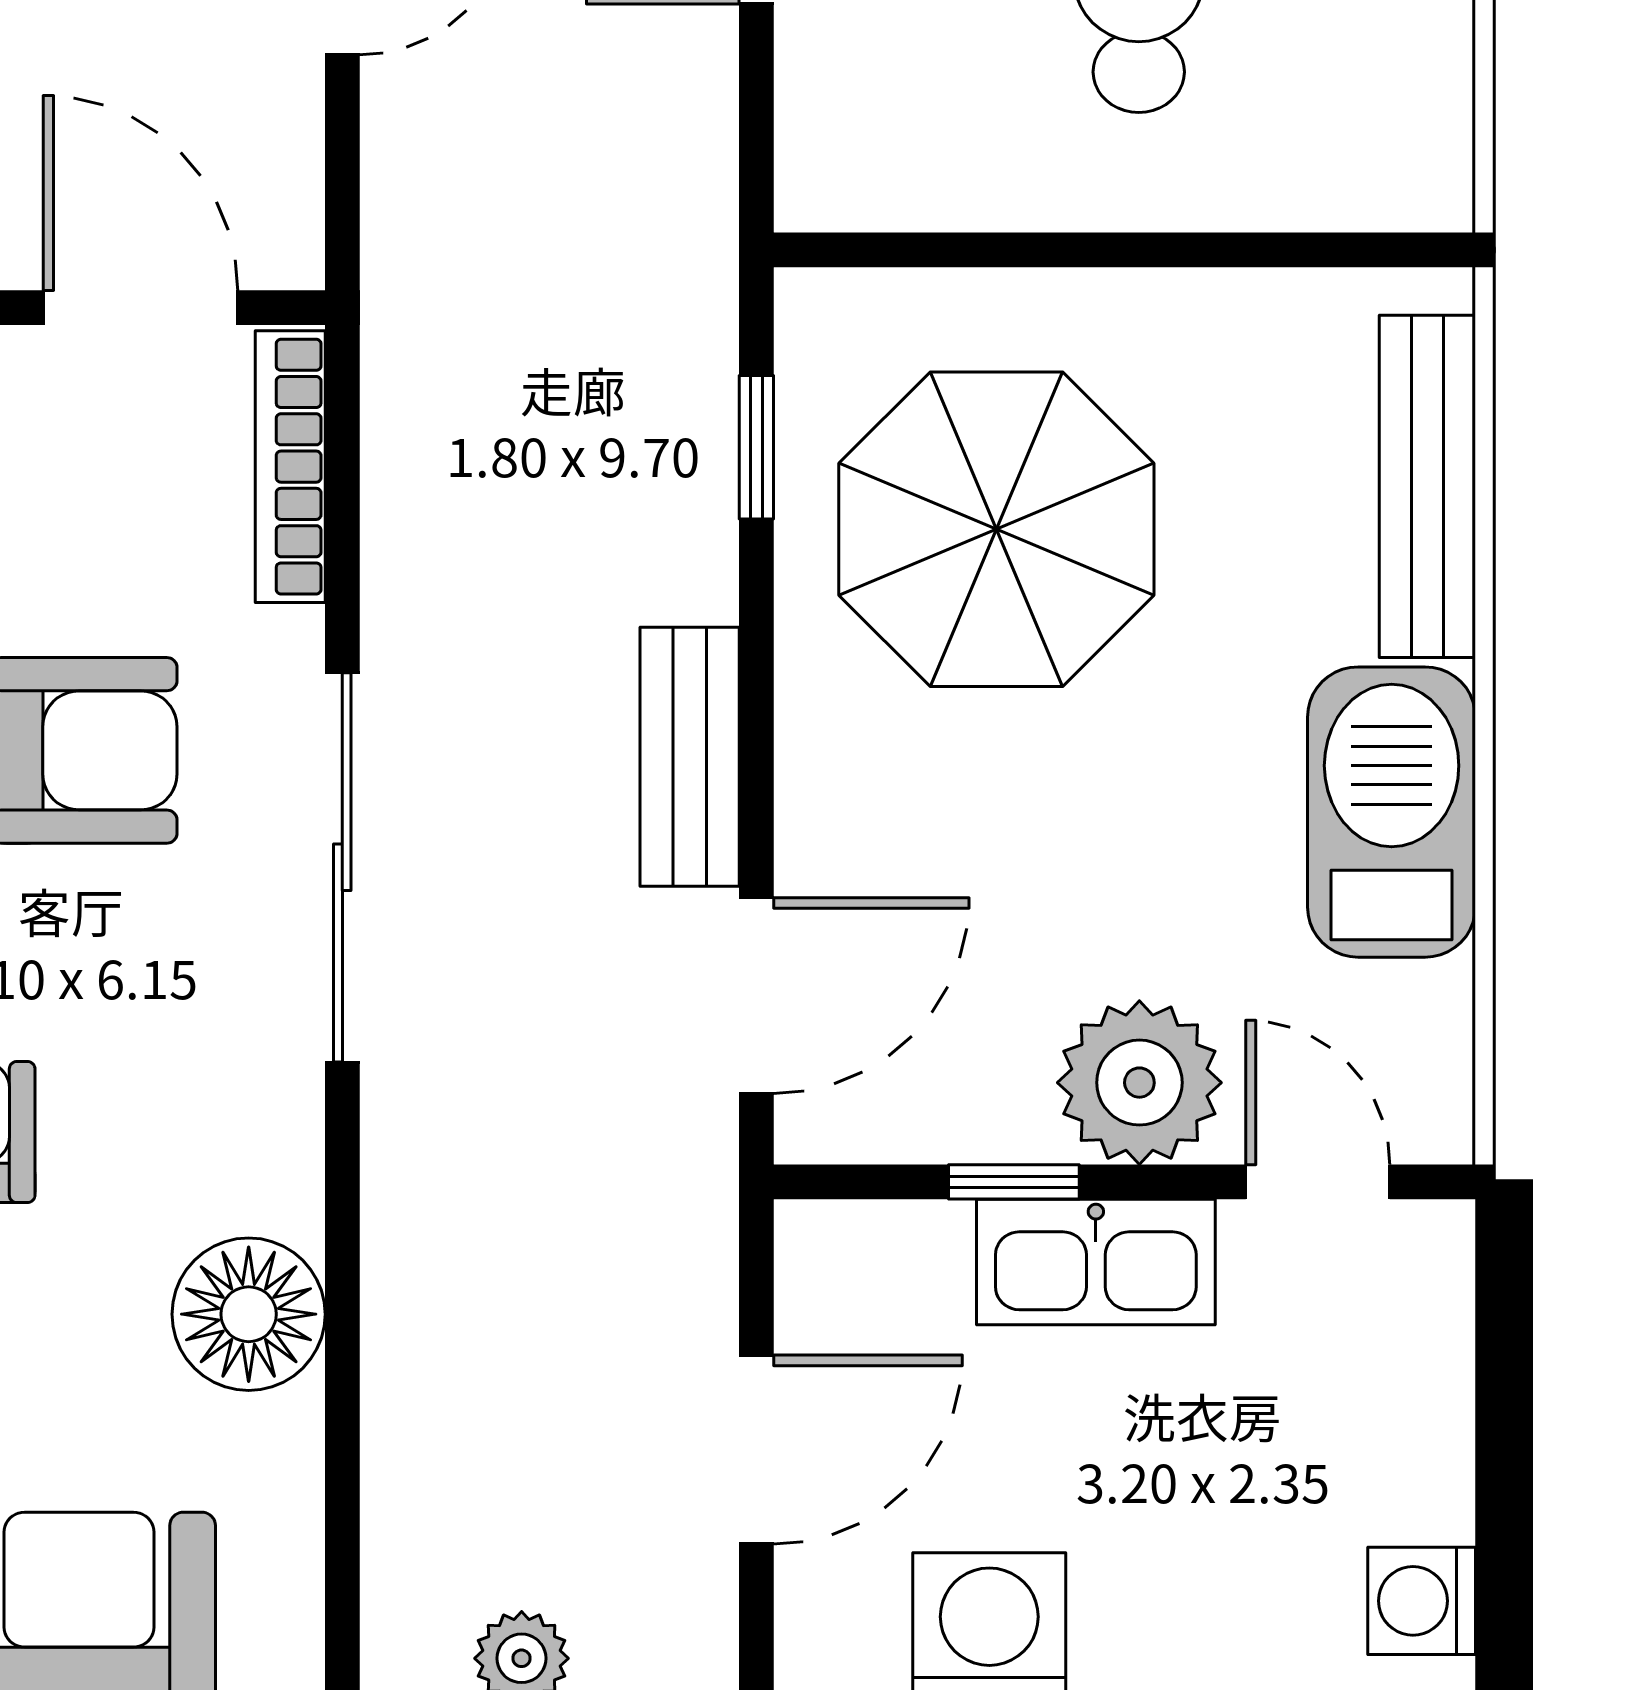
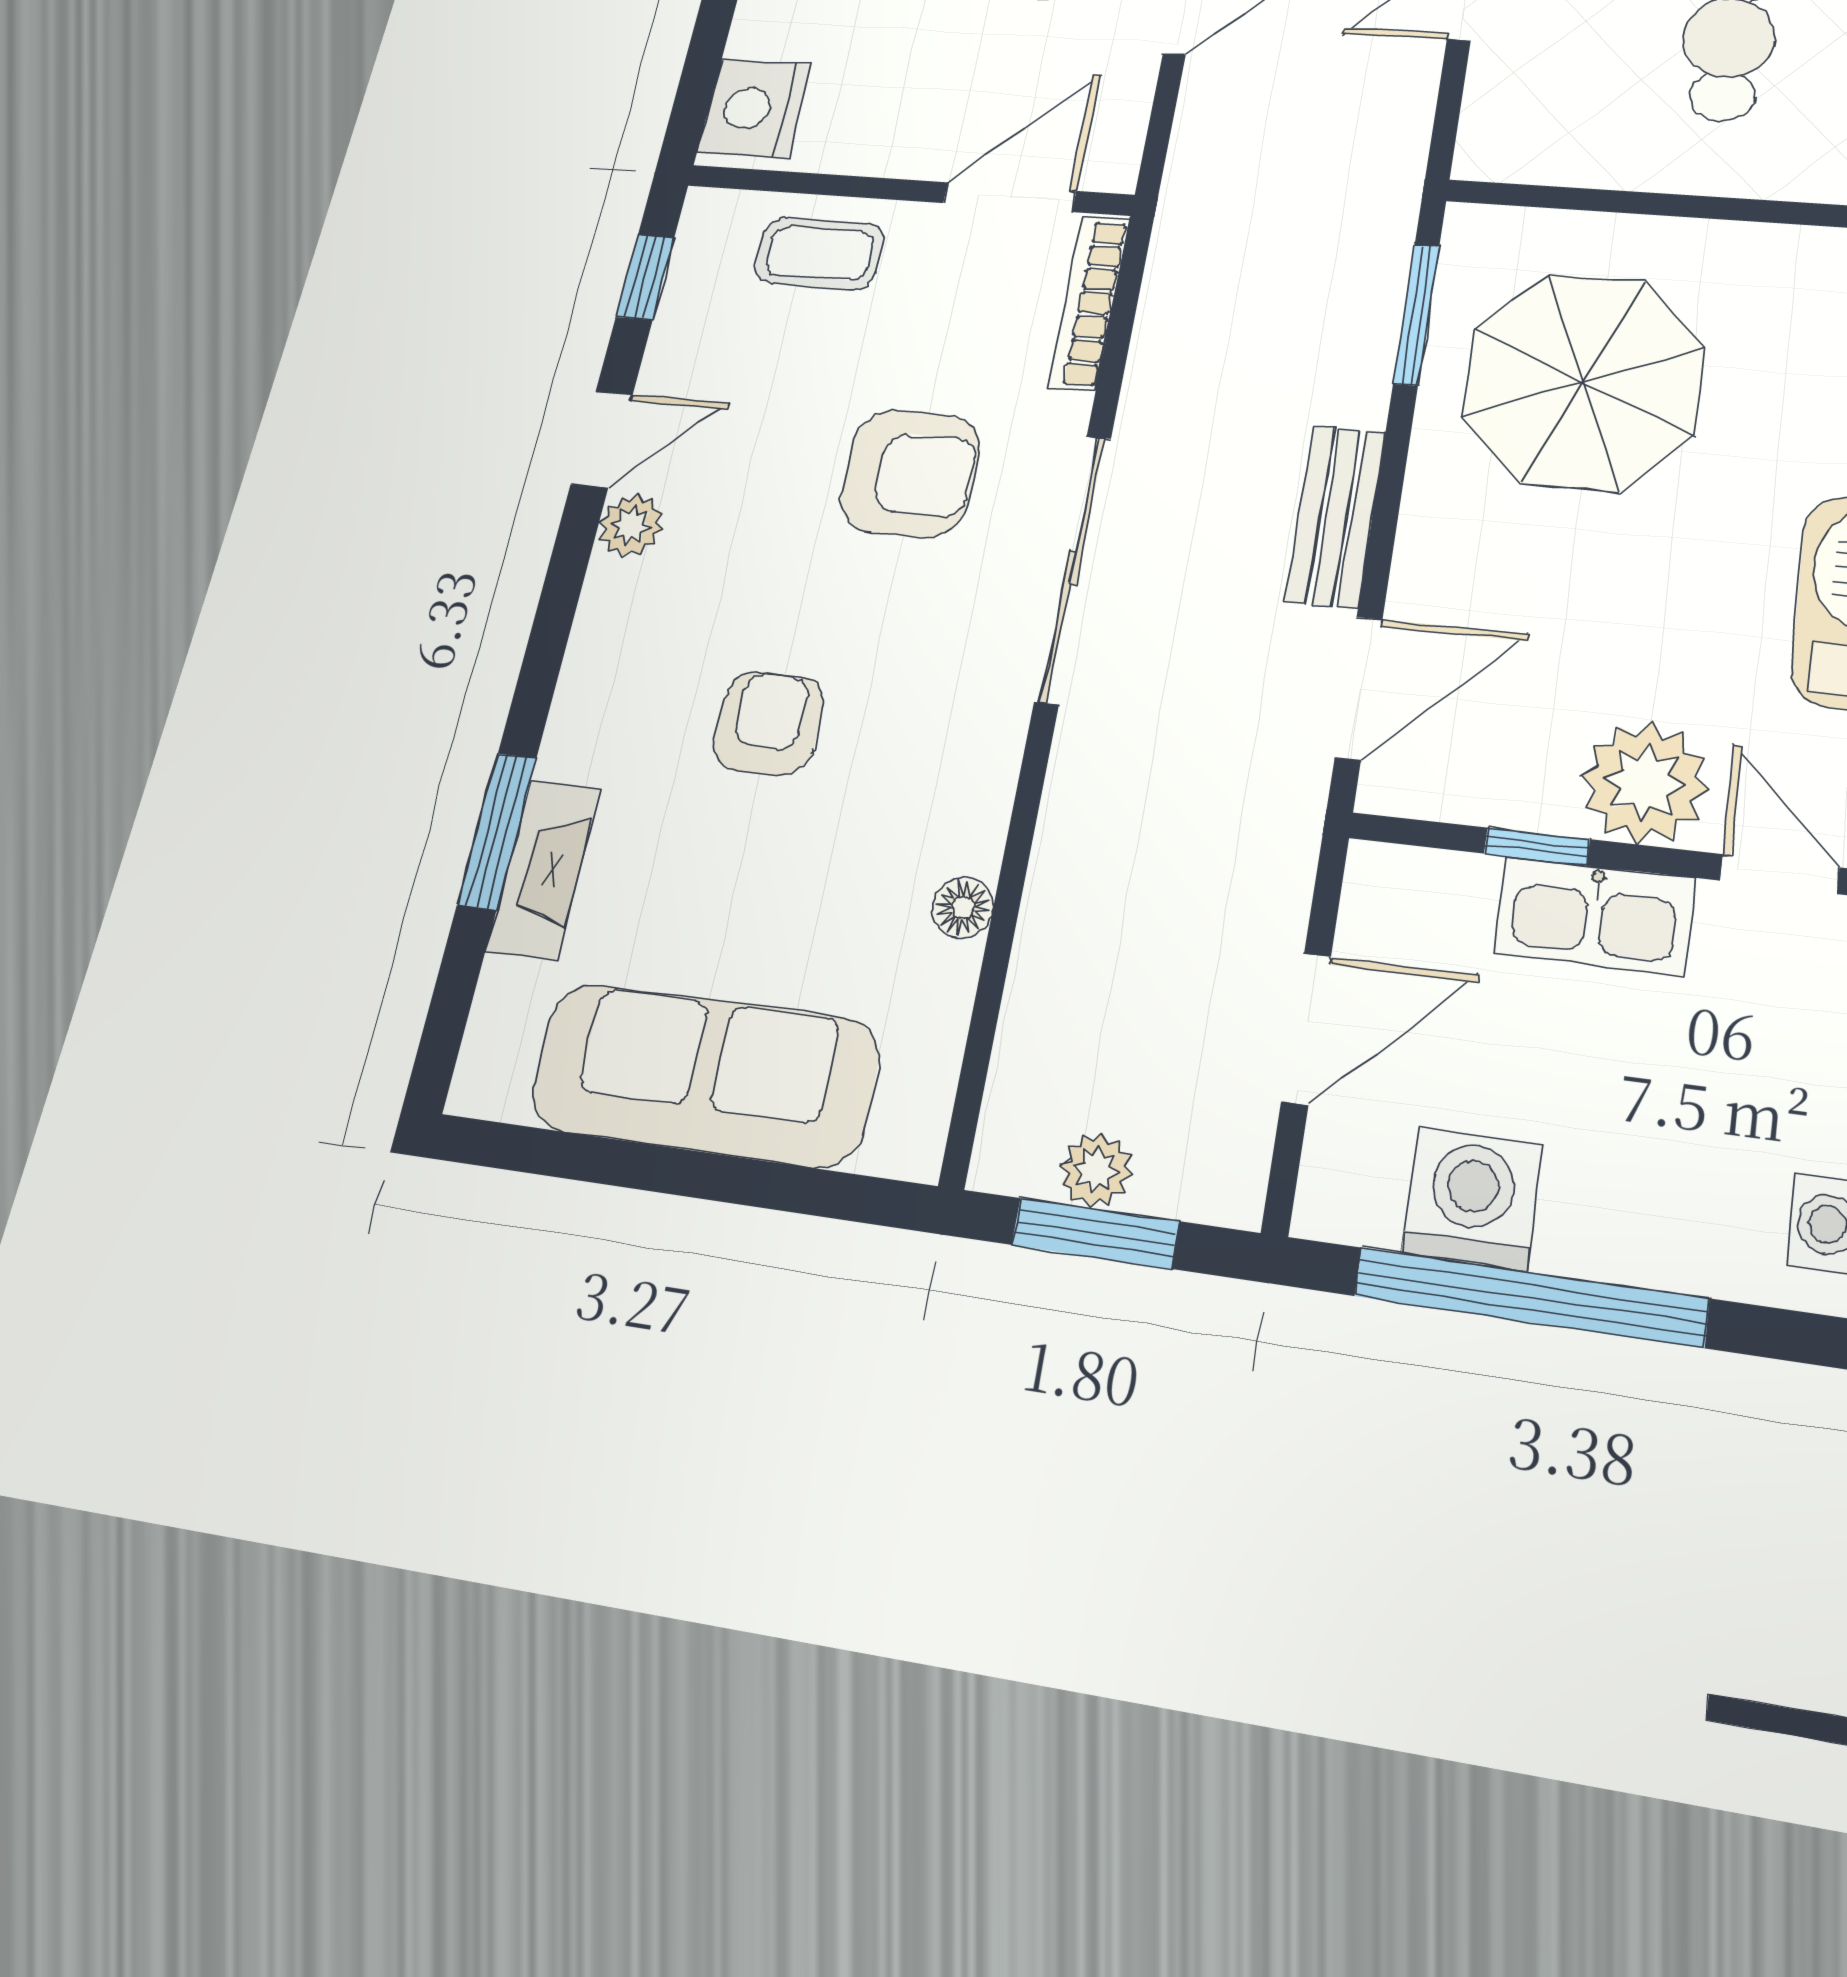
door: (141, 308) -> (1010, 197), hinge flipped
window: (756, 447) -> (1416, 315), width x1.50
floor lamp: (249, 1314) -> (963, 907), width x0.53, depth x0.53

